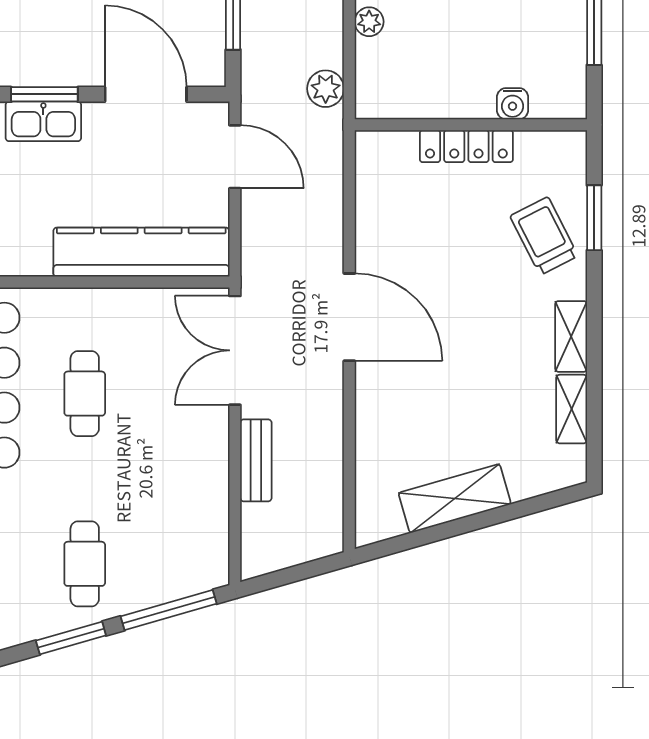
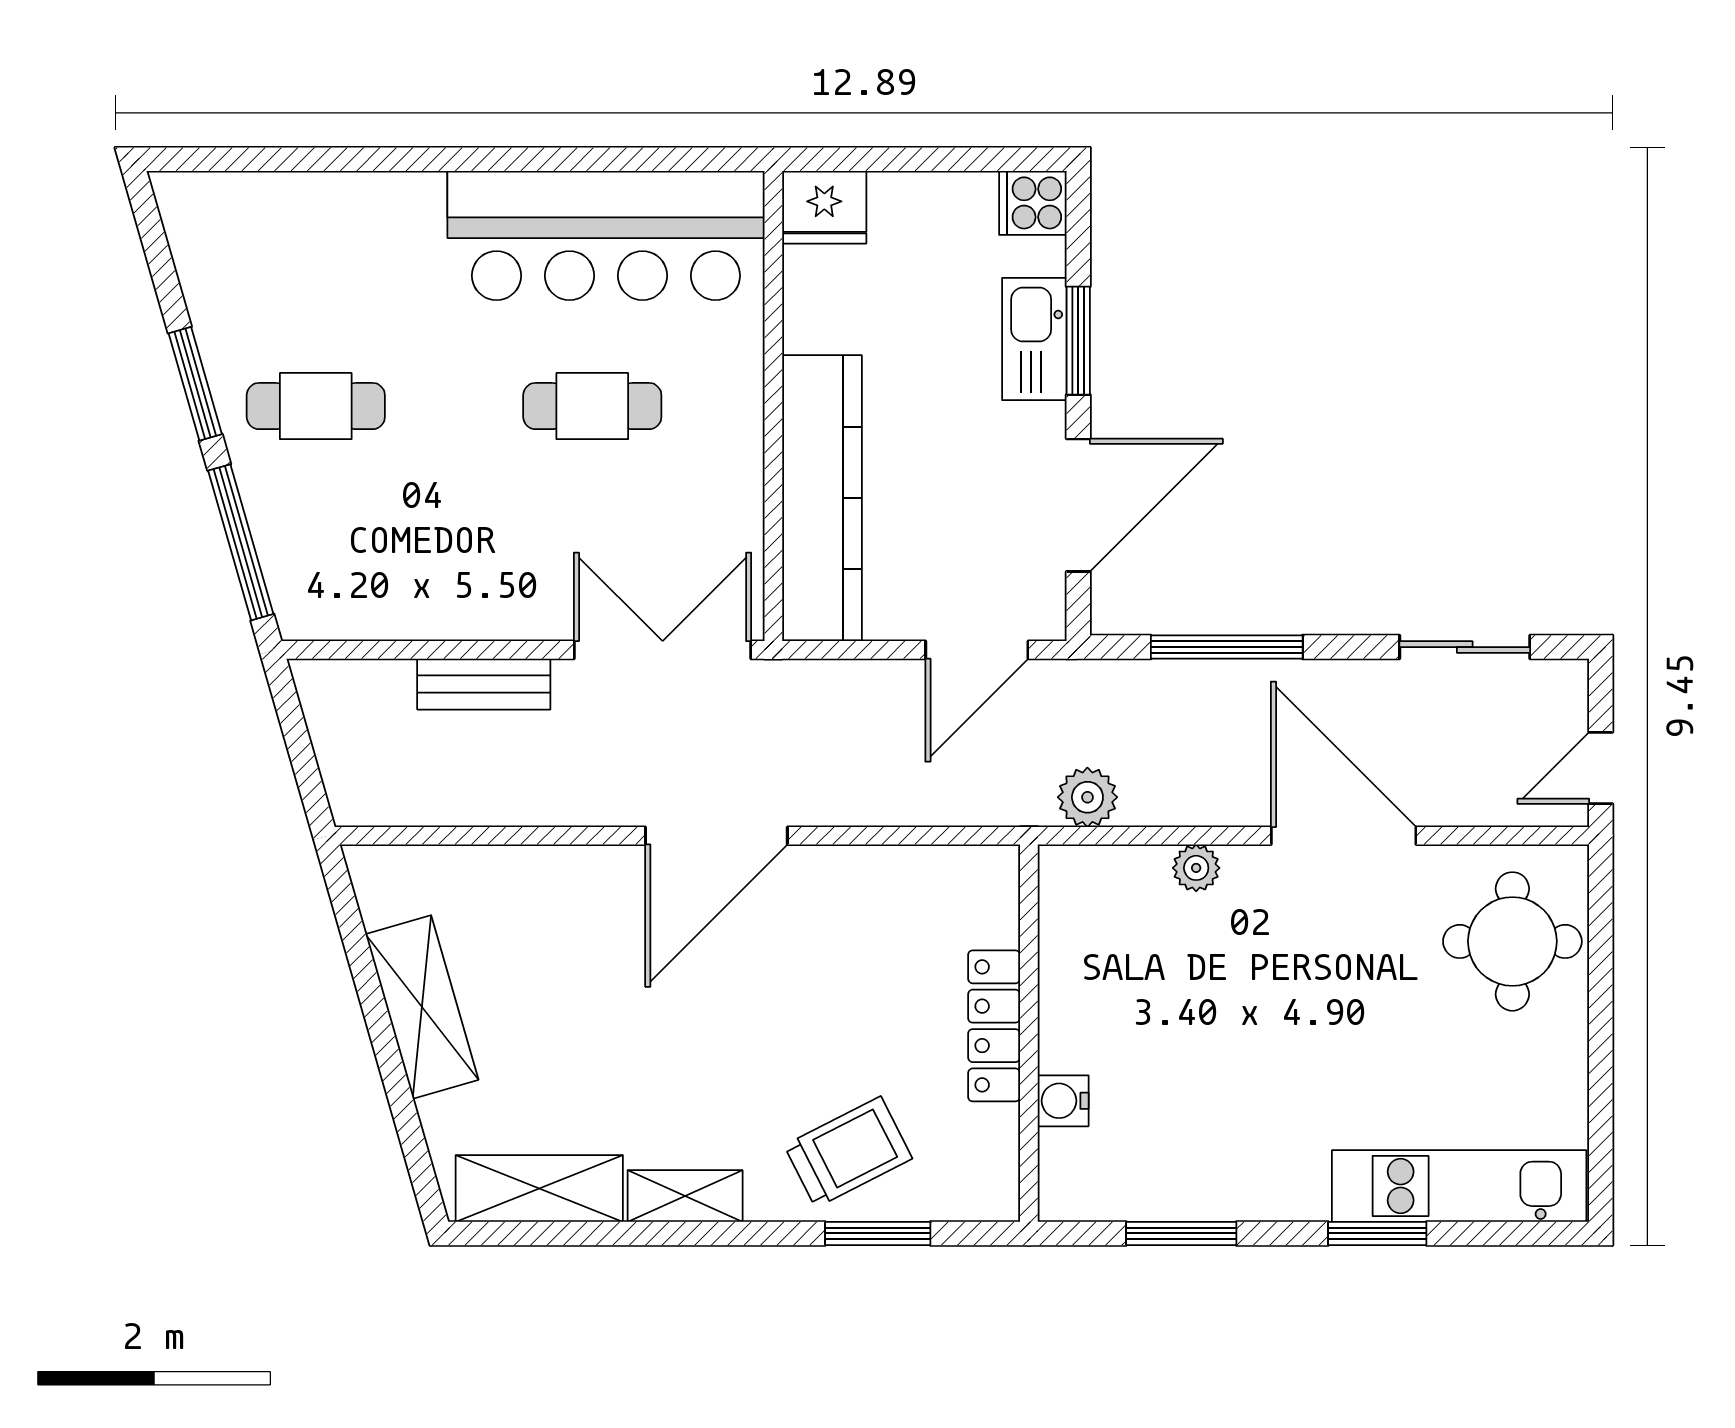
shelving: (572, 409) -> (539, 1188), width x1.50, depth x1.33

